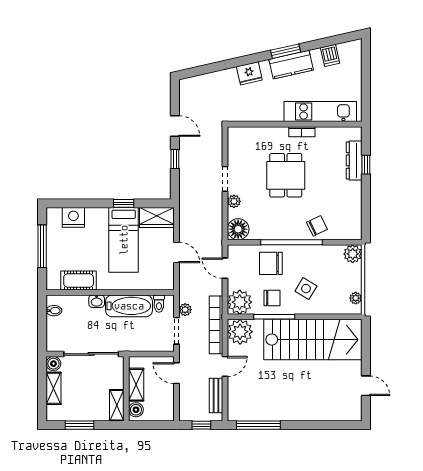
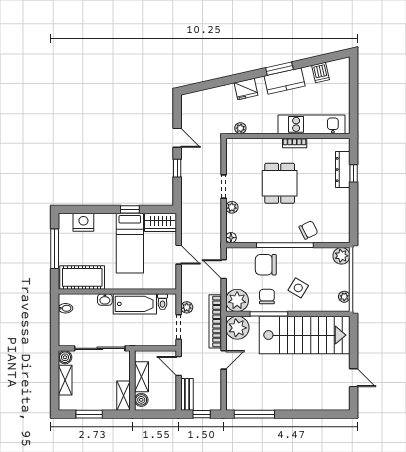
plant: (243, 116) -> (240, 128), added
floor lamp: (238, 229) -> (231, 238), width x0.53, depth x0.53
cot: (79, 280) -> (82, 277), width x1.37, depth x1.34
chair: (272, 298) -> (267, 297), turned -90
bench: (216, 395) -> (187, 394), moved

